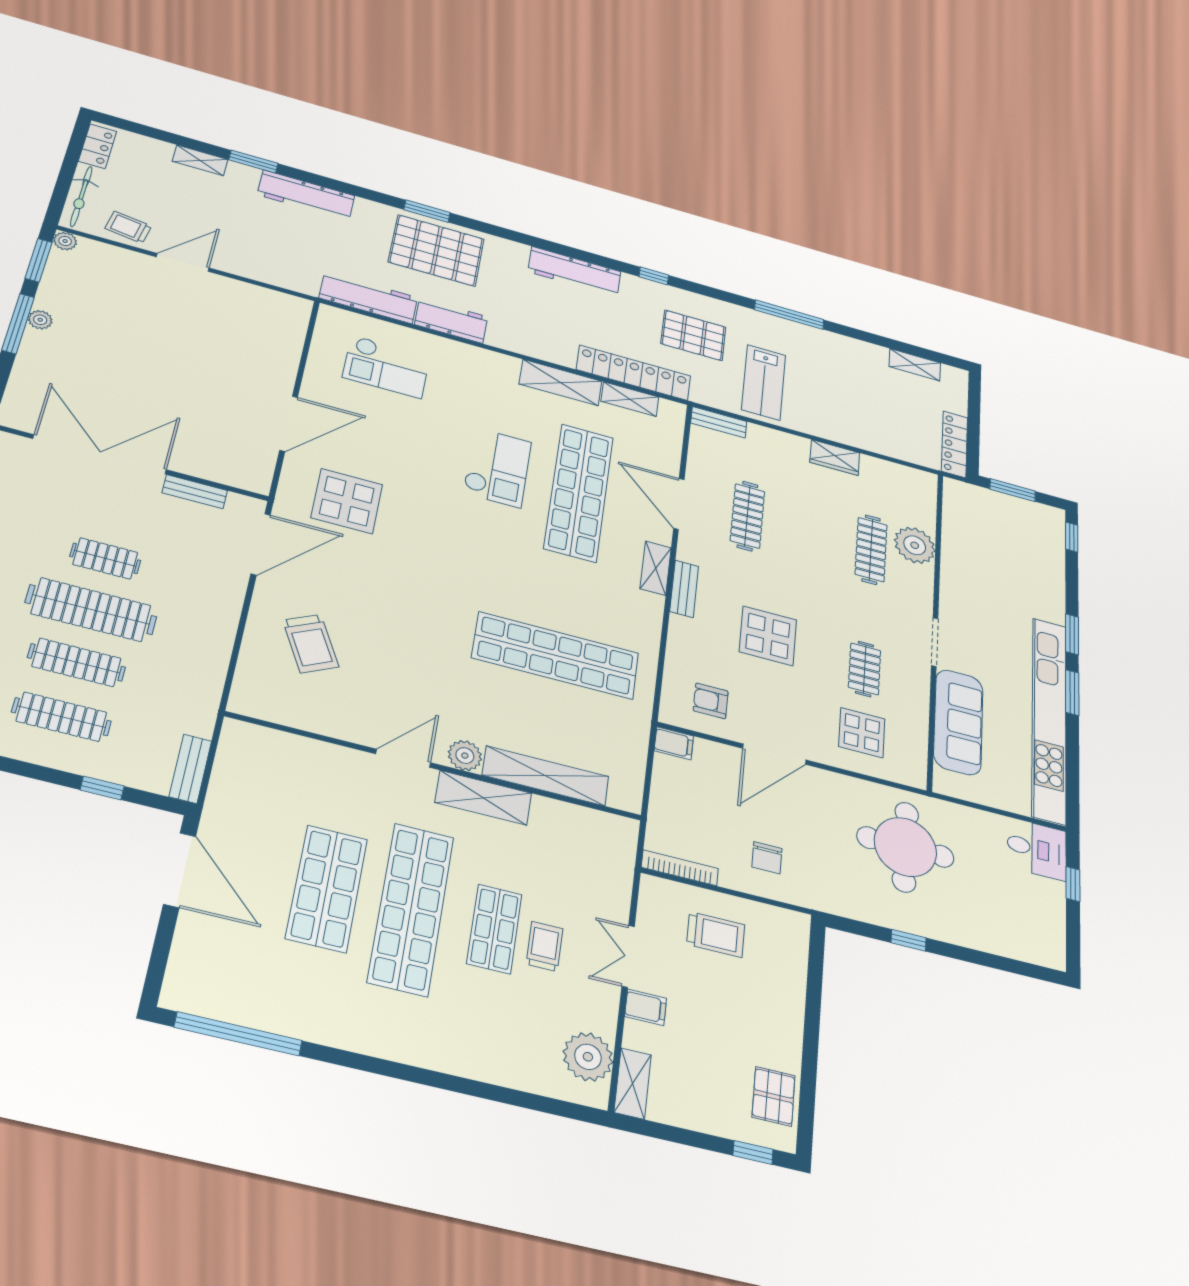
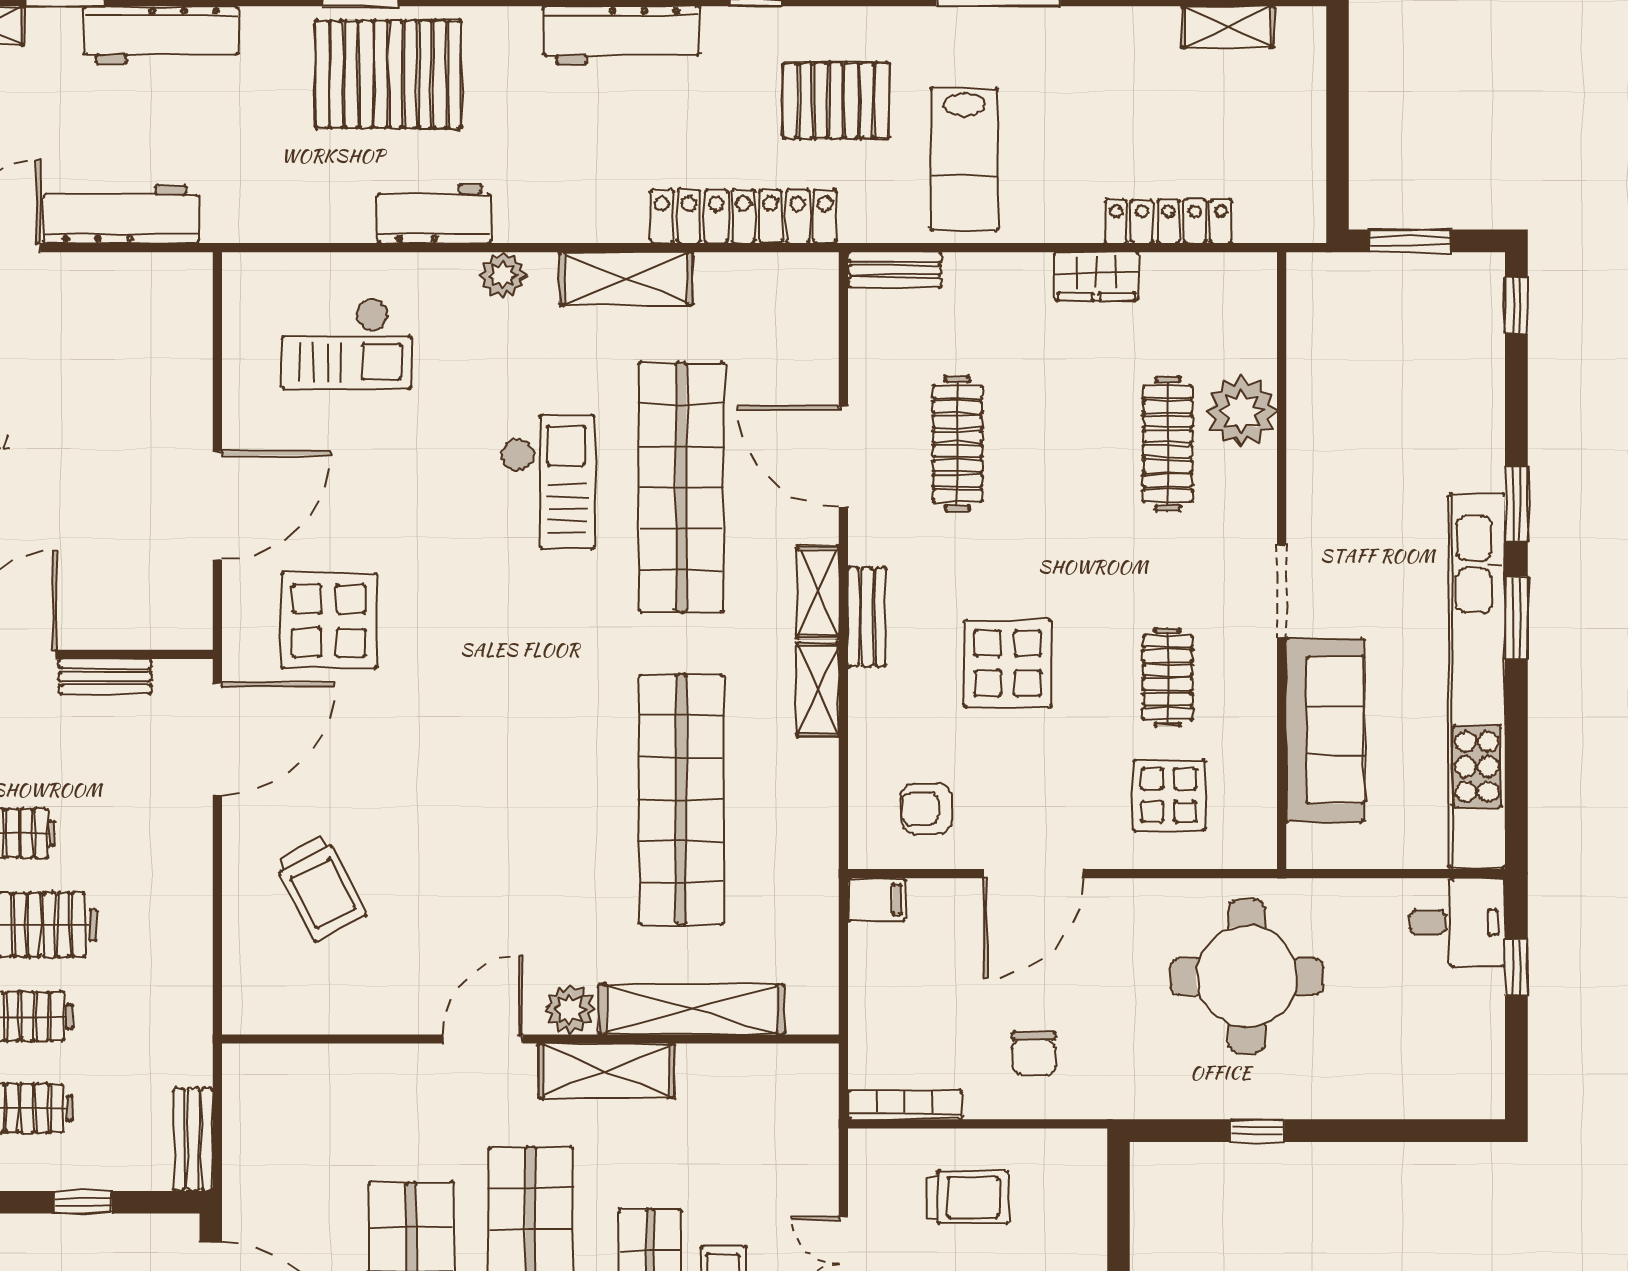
workbench: (368, 298) -> (121, 214), moved
plant: (487, 360) -> (503, 275), added
shelving: (630, 399) -> (818, 689), moved, turned 90
locker: (955, 444) -> (1168, 221), moved, turned 90
shop shelf: (556, 655) -> (681, 799), turned 90

